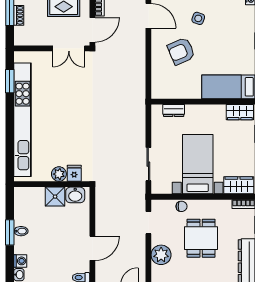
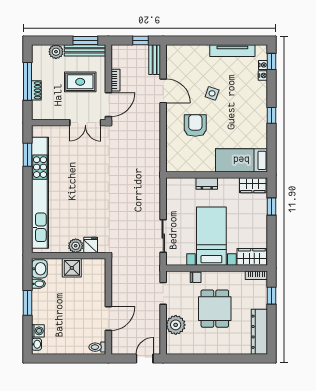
armchair: (181, 51) -> (195, 126), turned 113
dresser: (174, 110) -> (207, 184), moved
washbasin: (75, 195) -> (39, 269), moved, turned -90
bidet: (21, 231) -> (38, 284), moved

